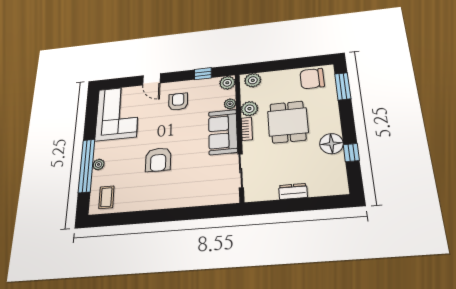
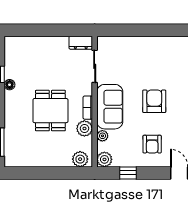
chair: (312, 79) -> (25, 154), removed
floor lamp: (331, 144) -> (10, 85), width x0.53, depth x0.53
armchair: (158, 160) -> (154, 101), moved
dresser: (293, 191) -> (81, 43), moved

